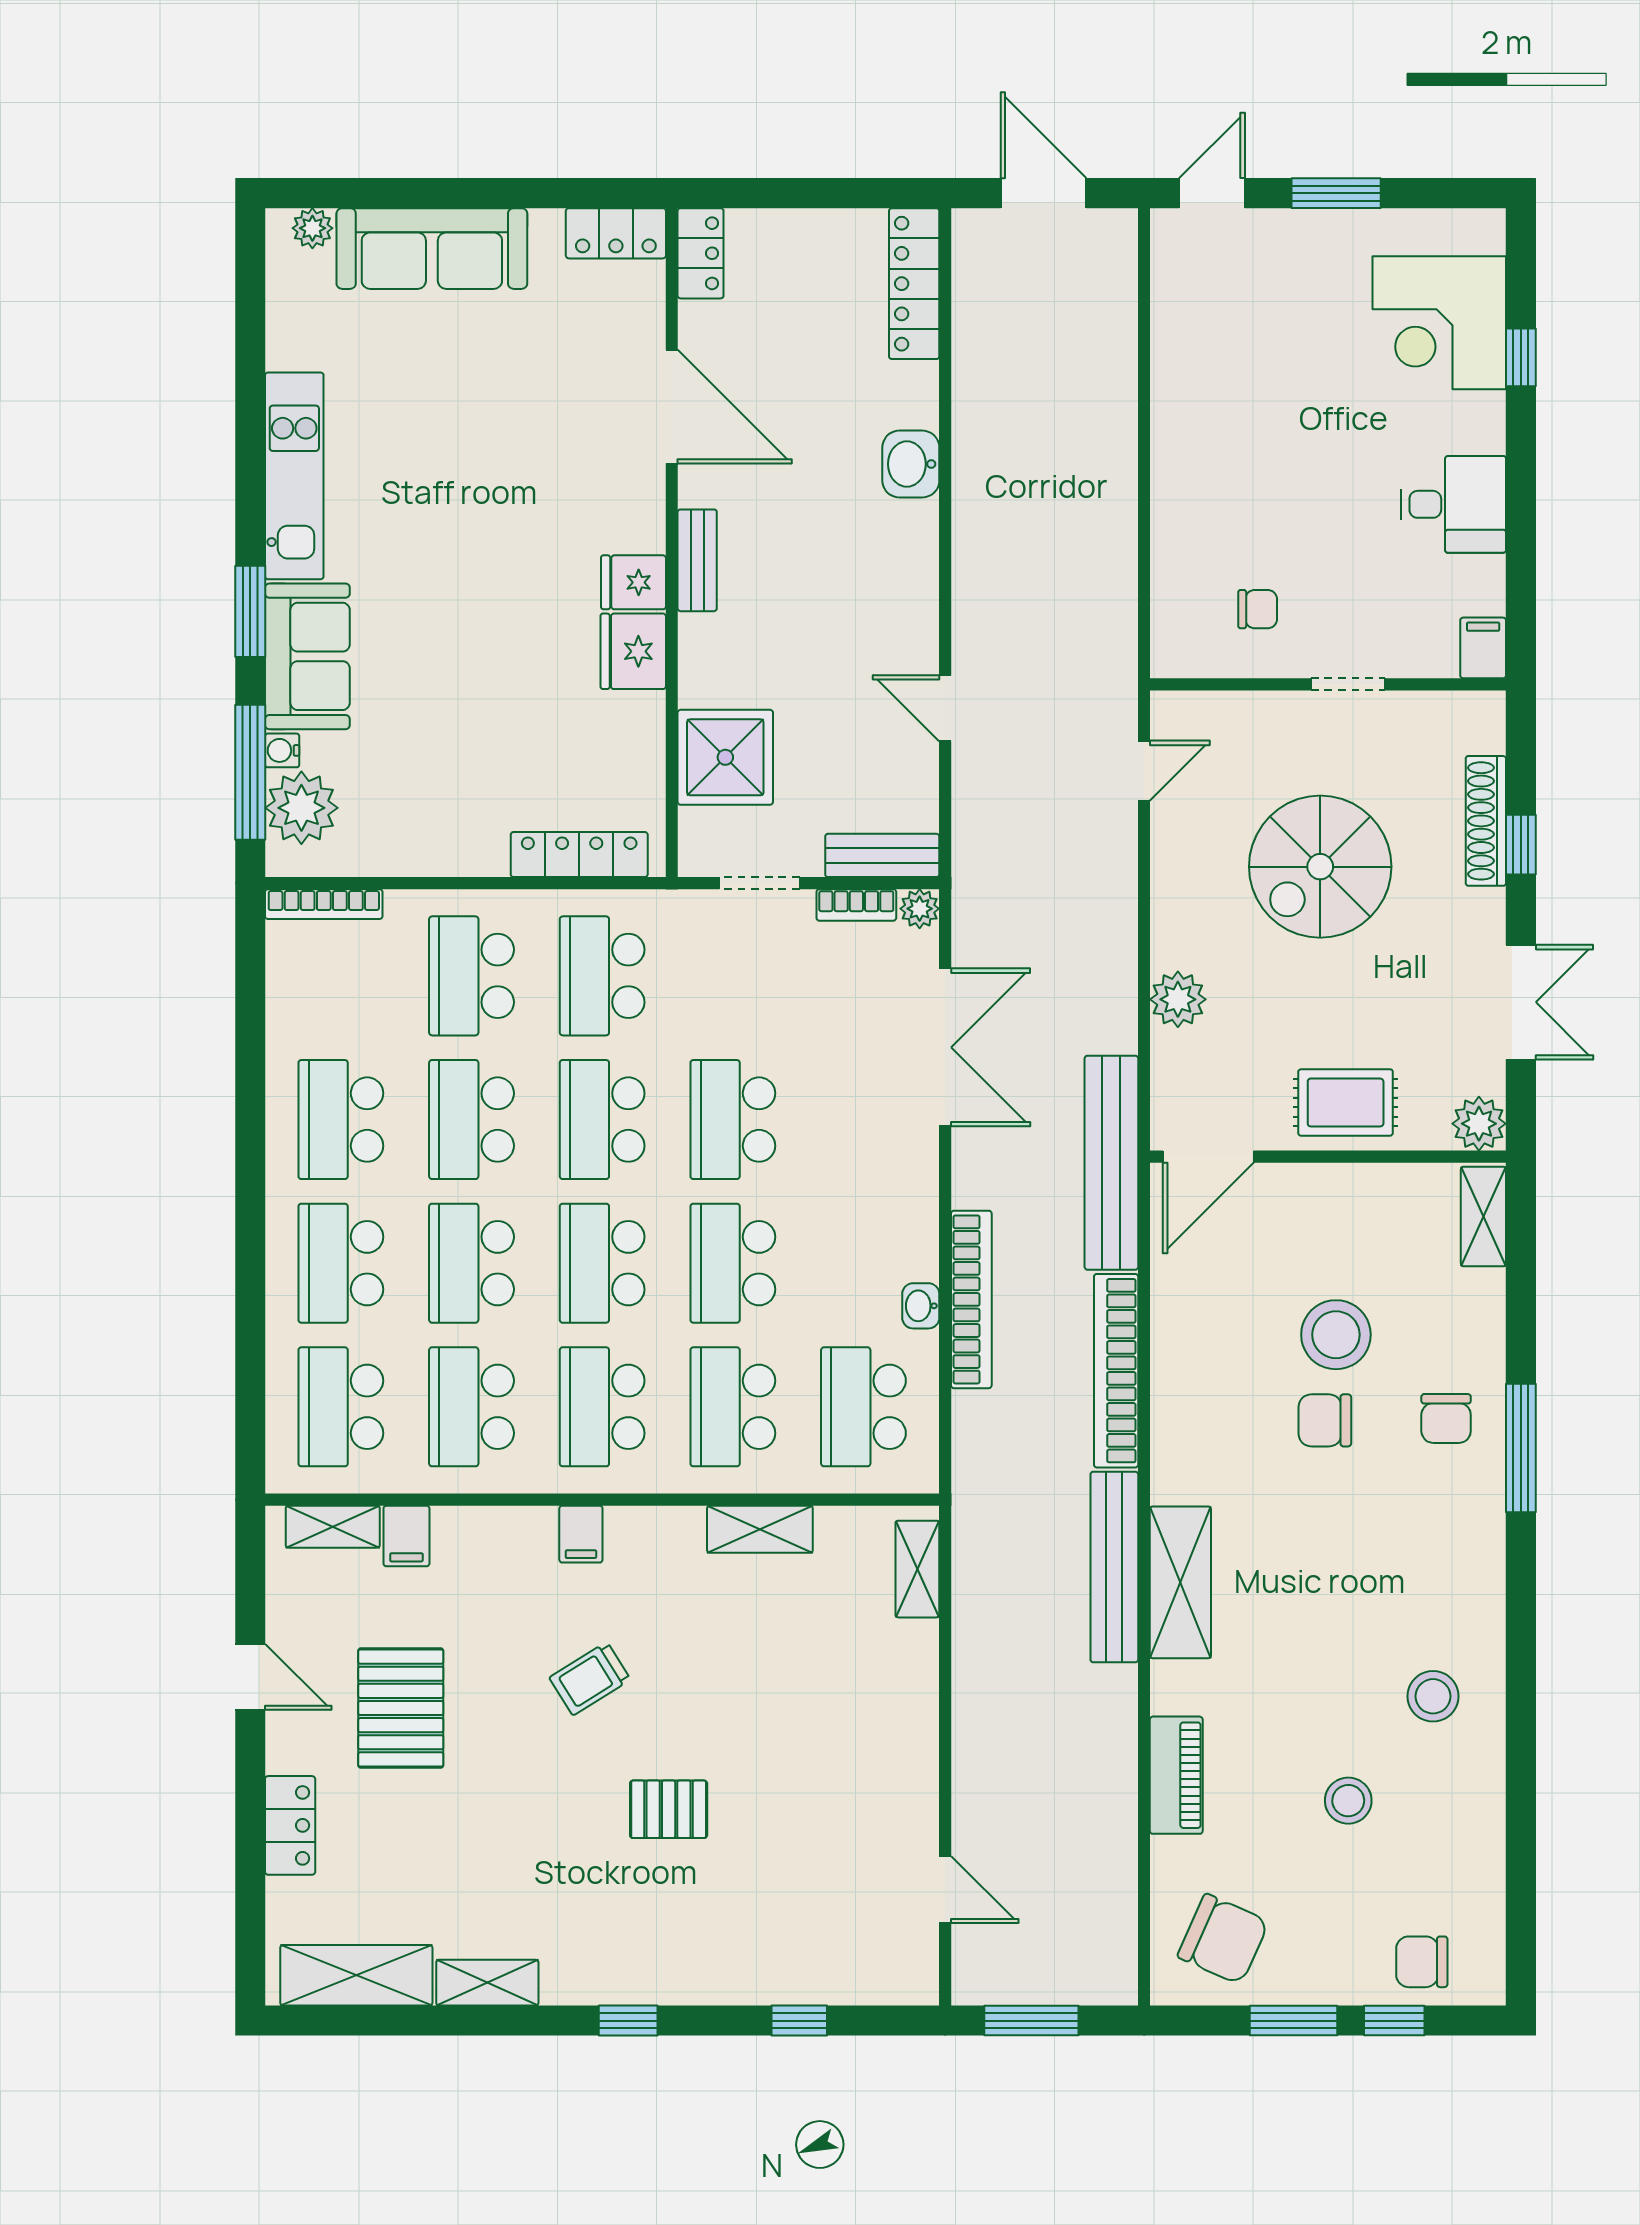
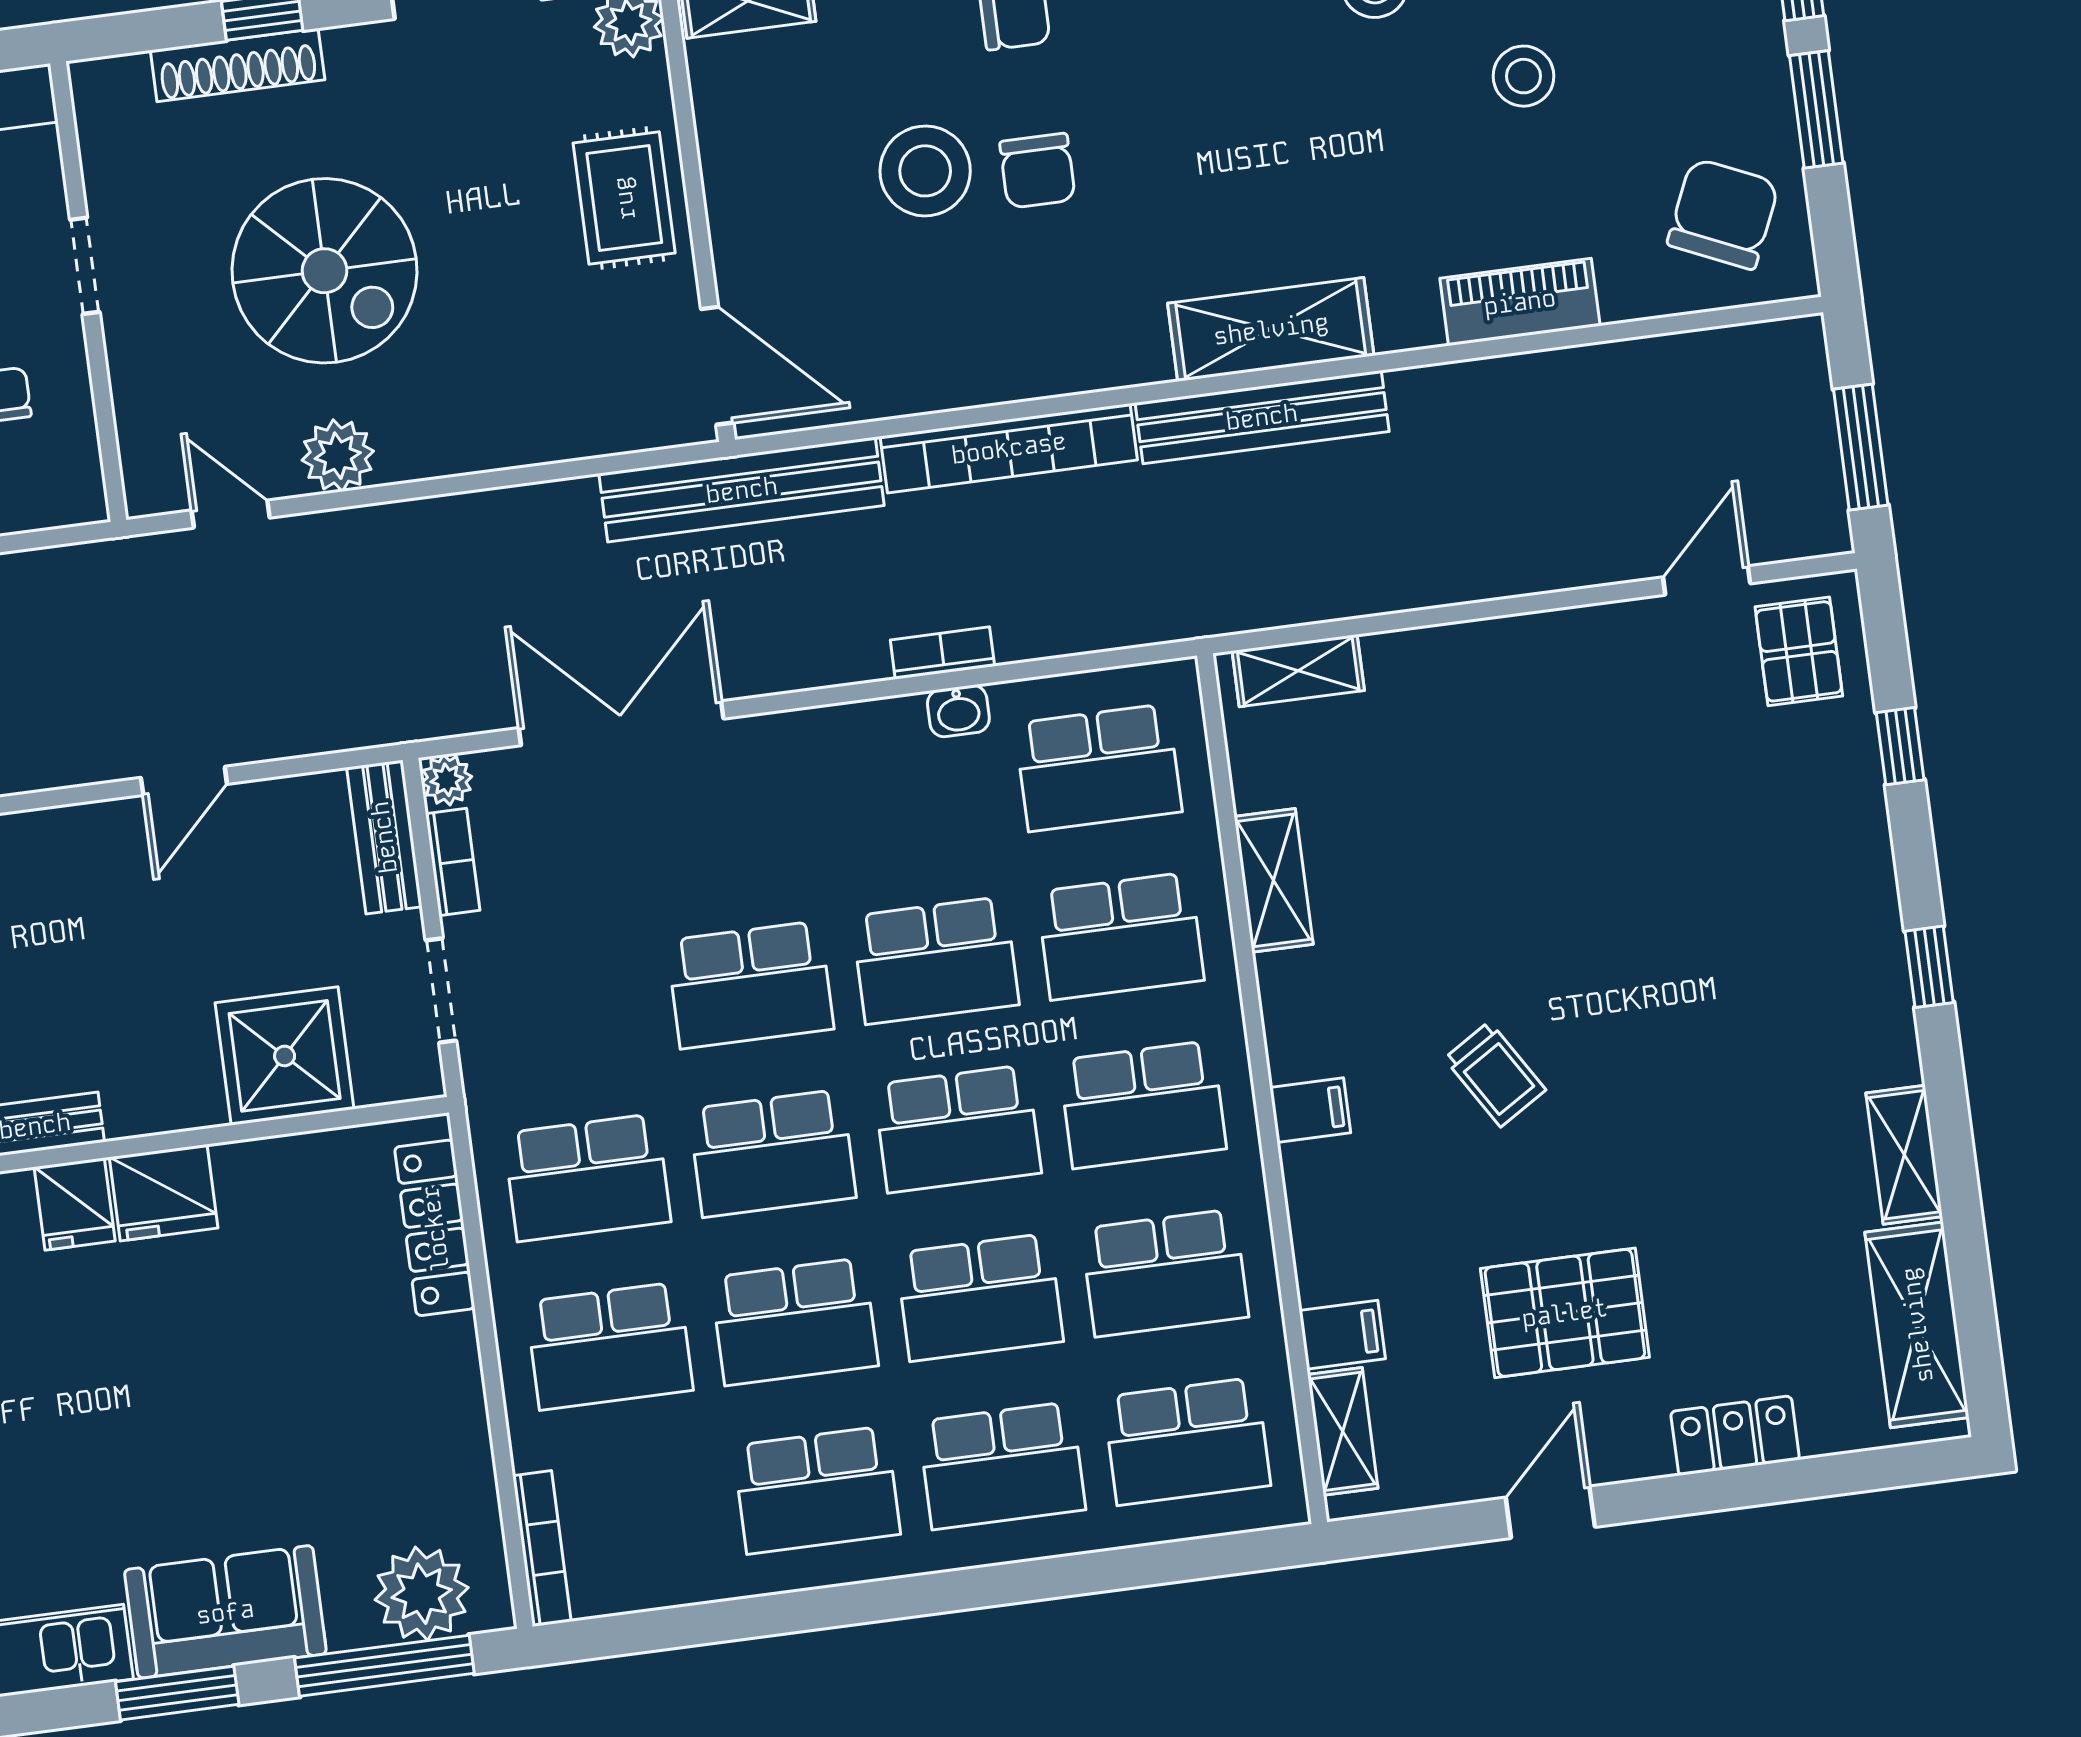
water cooler: (282, 750) -> (351, 1628), removed
plant: (1178, 999) -> (338, 456), moved
bookcase: (971, 1299) -> (942, 653), width x0.43, depth x0.76
pallet: (669, 1809) -> (1799, 651), moved

